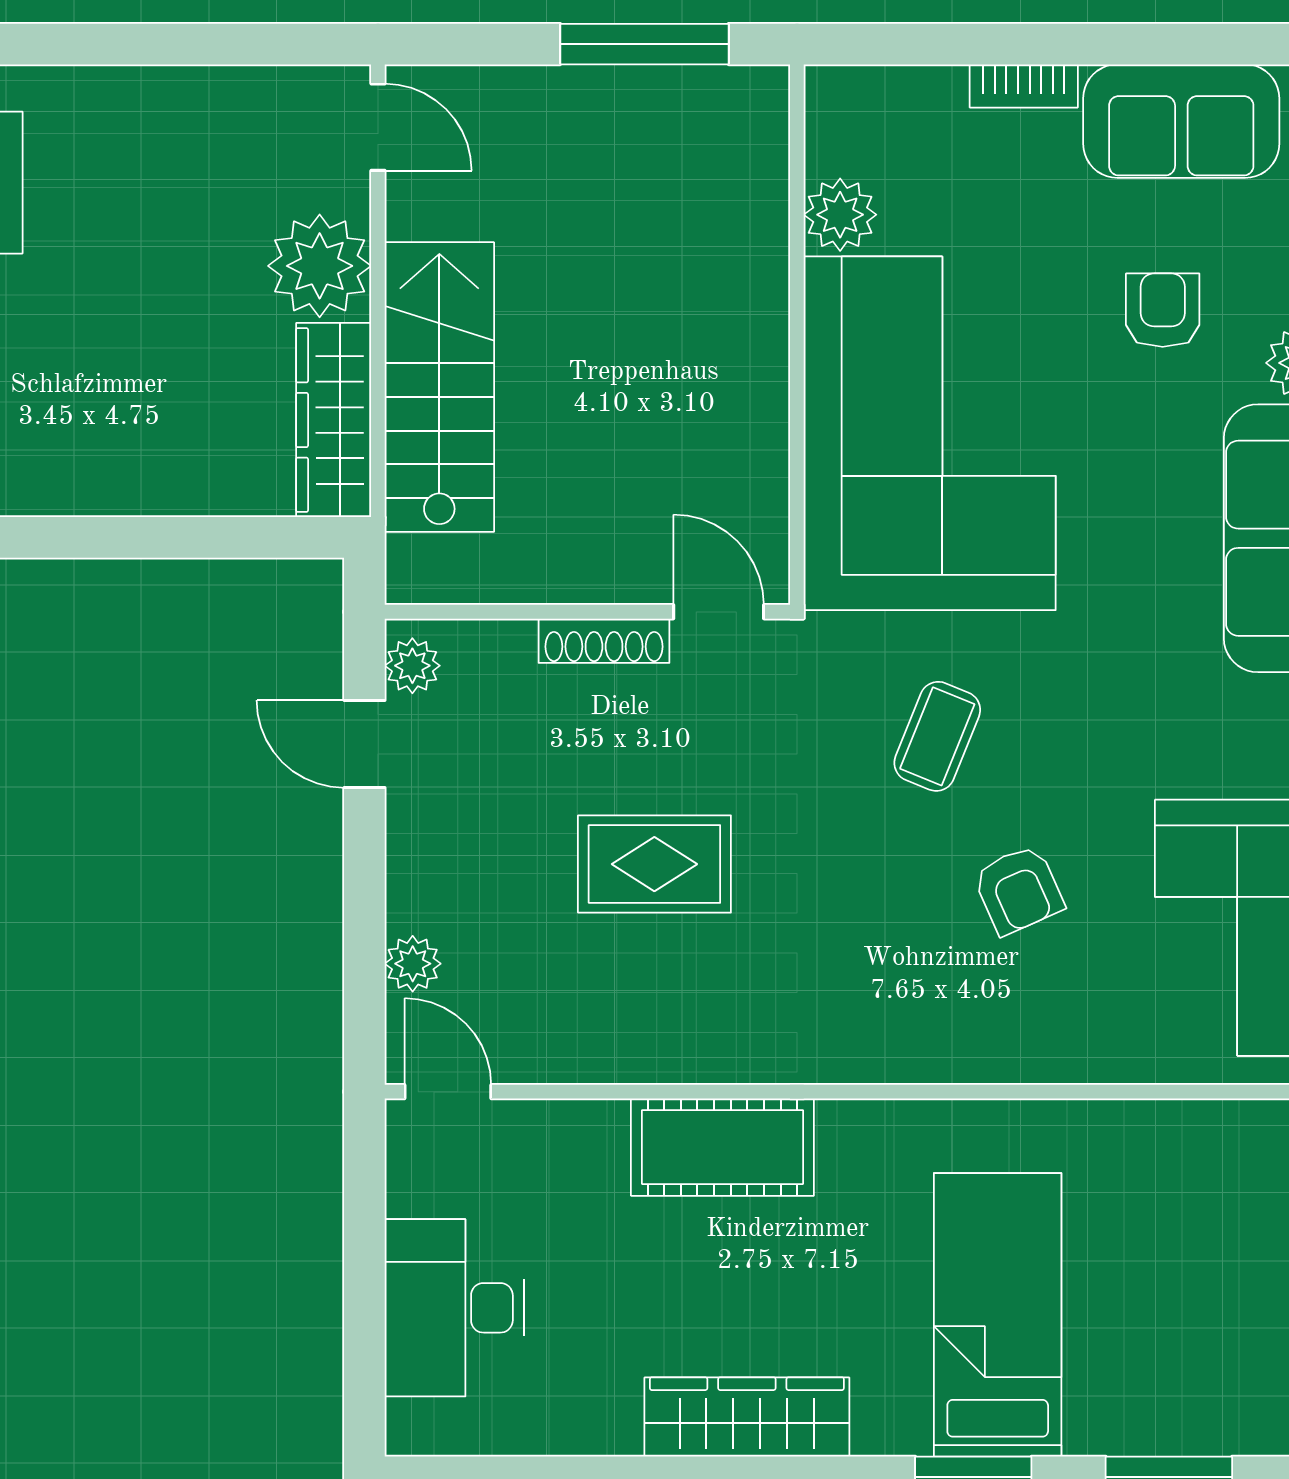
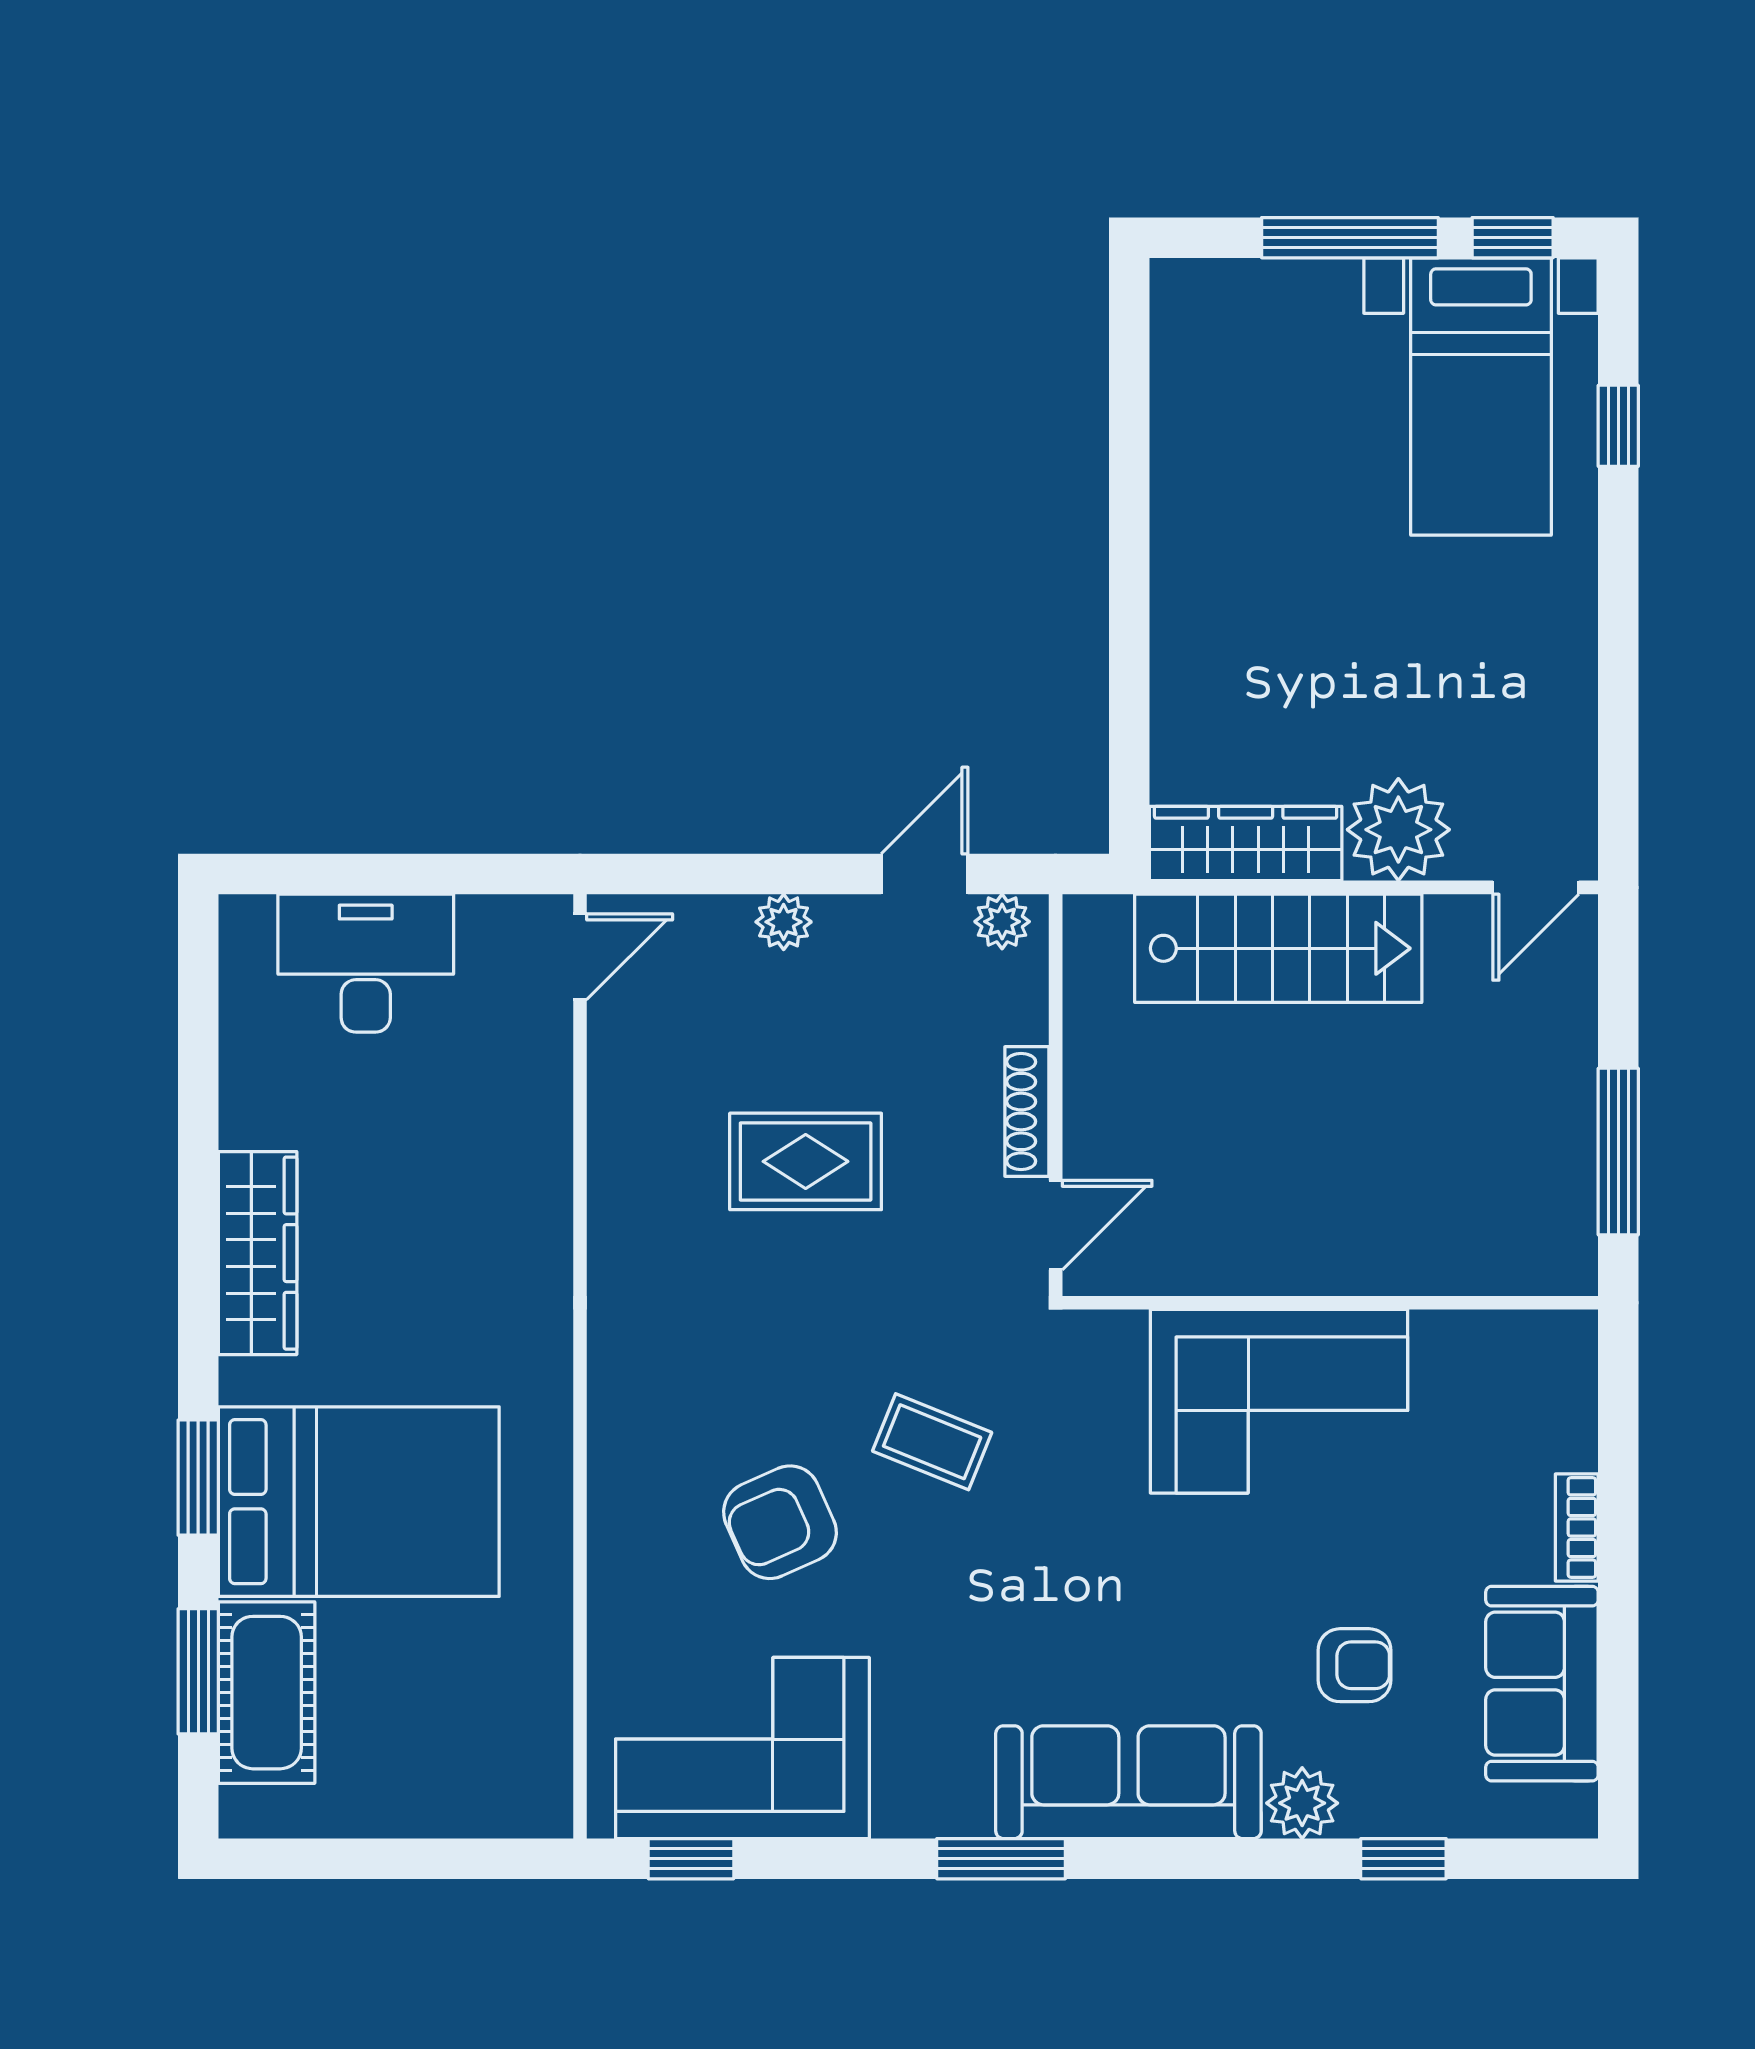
plant: (840, 215) -> (1449, 1345), removed
corner sofa: (930, 433) -> (1279, 1401), width x0.73, depth x0.74
rug: (654, 864) -> (806, 1161), turned 90
armchair: (1018, 890) -> (780, 1522), width x1.38, depth x1.38
plant: (413, 964) -> (784, 922), moved
cot: (722, 1147) -> (267, 1693), moved
bed: (998, 1315) -> (359, 1502), width x1.50

